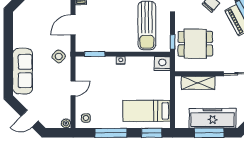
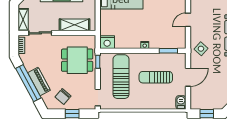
sun lounger: (109, 25) -> (156, 77), added

